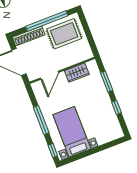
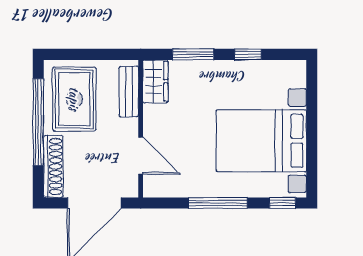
bench: (78, 58) -> (129, 92), added
wardrobe: (77, 73) -> (155, 81), moved
bed with nightstands: (72, 132) -> (261, 141), width x1.36

